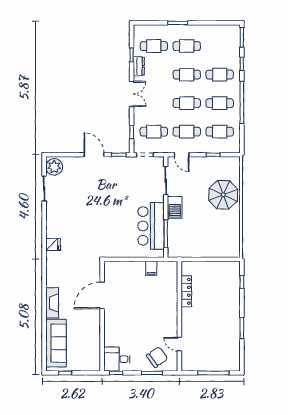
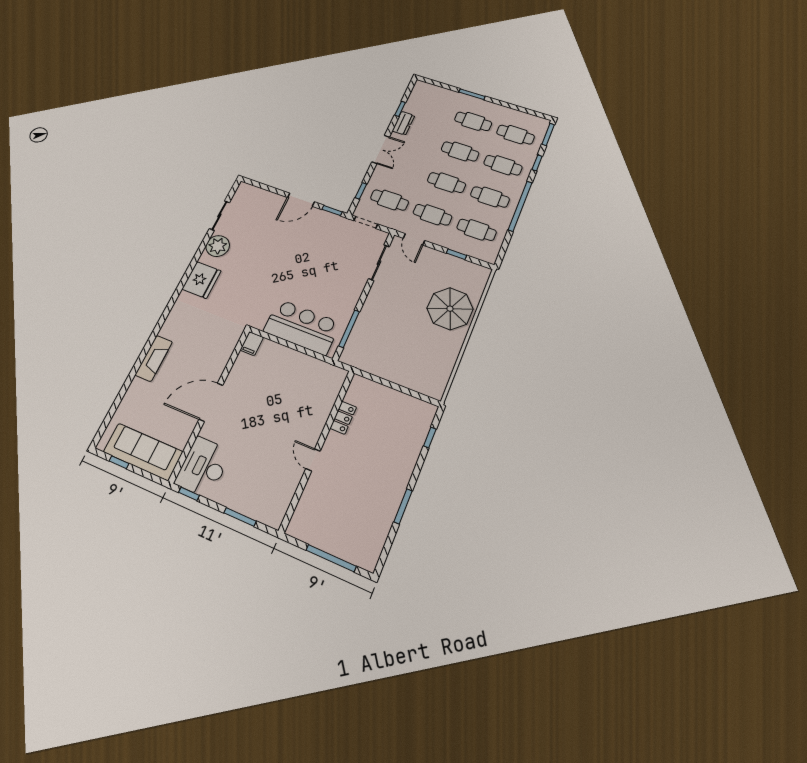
cafe table: (154, 46) -> (515, 135), moved
door: (94, 155) -> (301, 200), swing flipped
plant: (54, 167) -> (218, 246), moved
barbecue: (175, 207) -> (376, 300), removed
bar counter: (151, 226) -> (302, 327), moved, turned 90
fridge: (53, 245) -> (201, 280), width x1.88, depth x1.34
filing cabinet: (151, 268) -> (252, 344), moved
locker: (186, 291) -> (343, 418), width x0.66
door: (102, 295) -> (211, 402), moved
sofa: (56, 343) -> (143, 452), moved, turned -90
door: (179, 344) -> (313, 460), moved
chair: (157, 357) -> (258, 496), removed
desk: (117, 359) -> (203, 467), width x1.37

